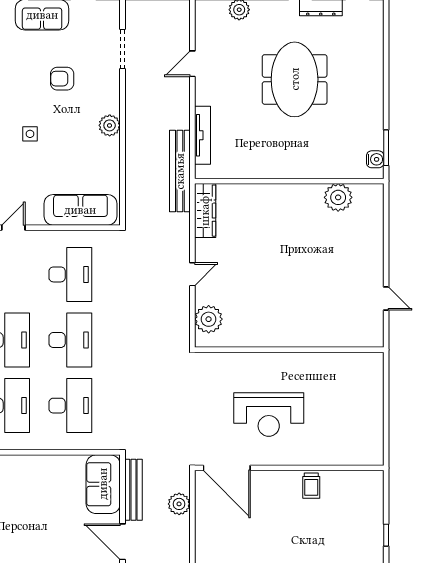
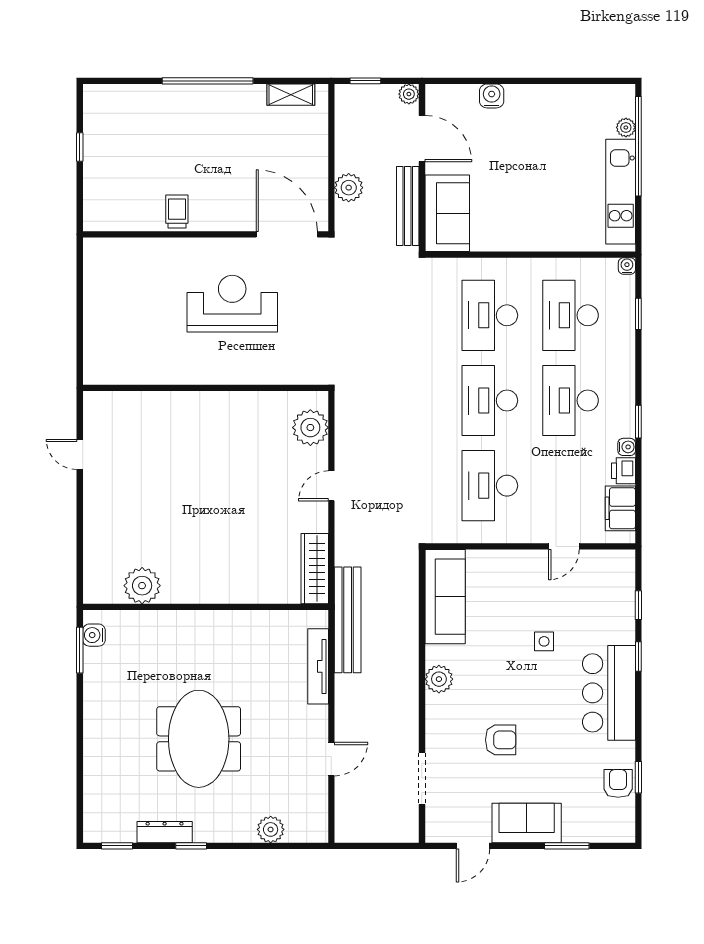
side table: (30, 134) -> (544, 641), moved
sofa: (80, 210) -> (445, 597), moved, turned -90

